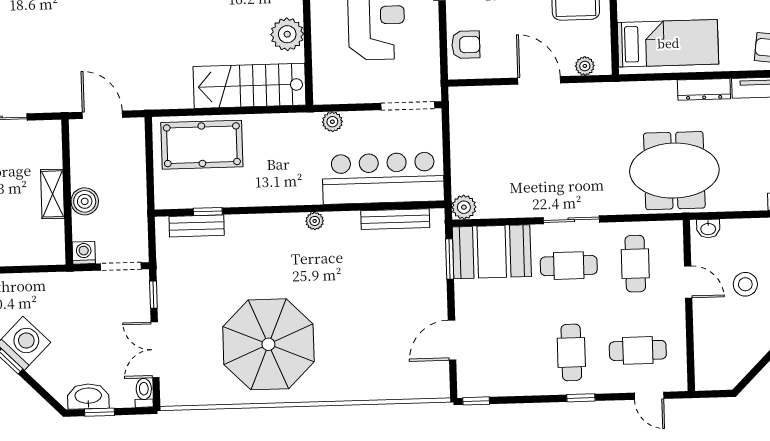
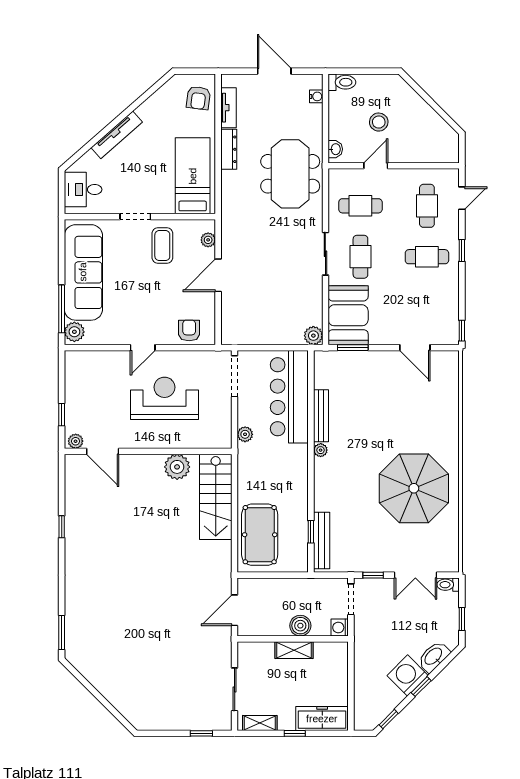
bench: (395, 219) -> (321, 416), moved
bench: (197, 226) -> (322, 541), width x1.36
washbasin: (88, 396) -> (434, 657), moved, turned 45

